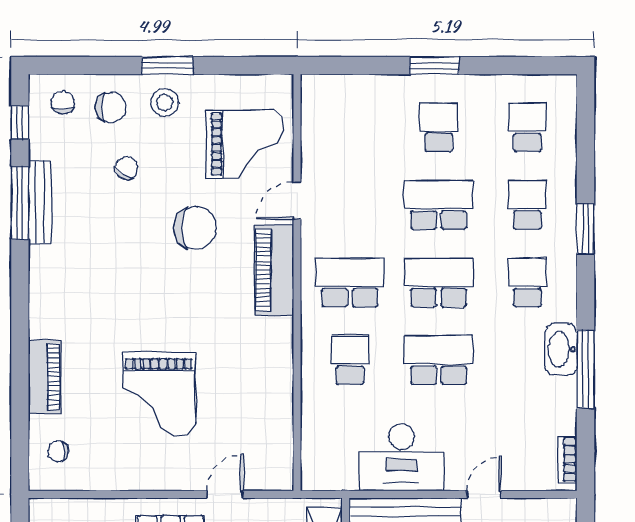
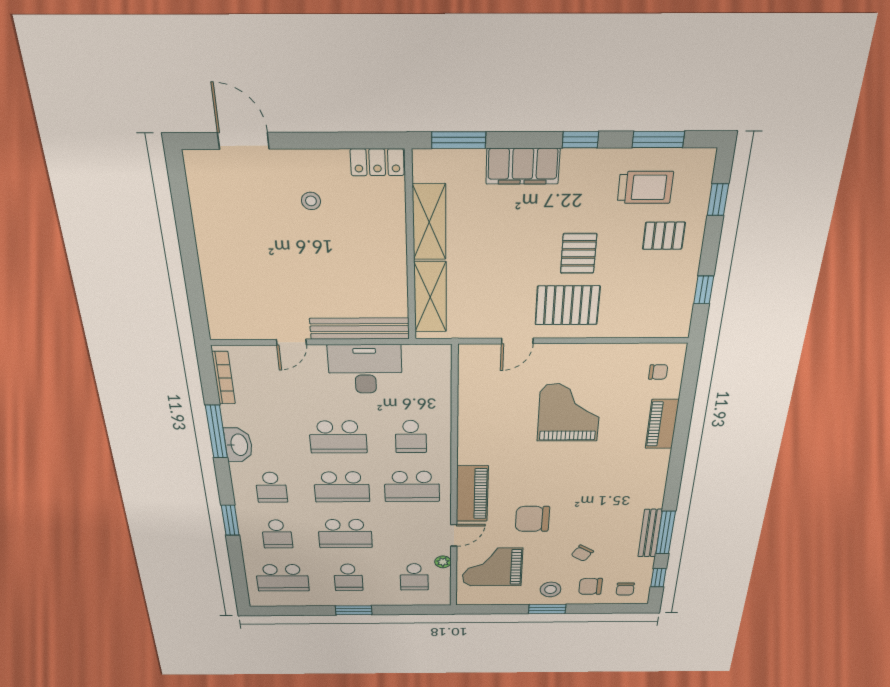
school desk: (350, 127) -> (414, 577), added
school desk: (527, 127) -> (282, 578), width x1.85
plant: (311, 154) -> (443, 562), added
bookcase: (568, 459) -> (224, 378), width x1.56

